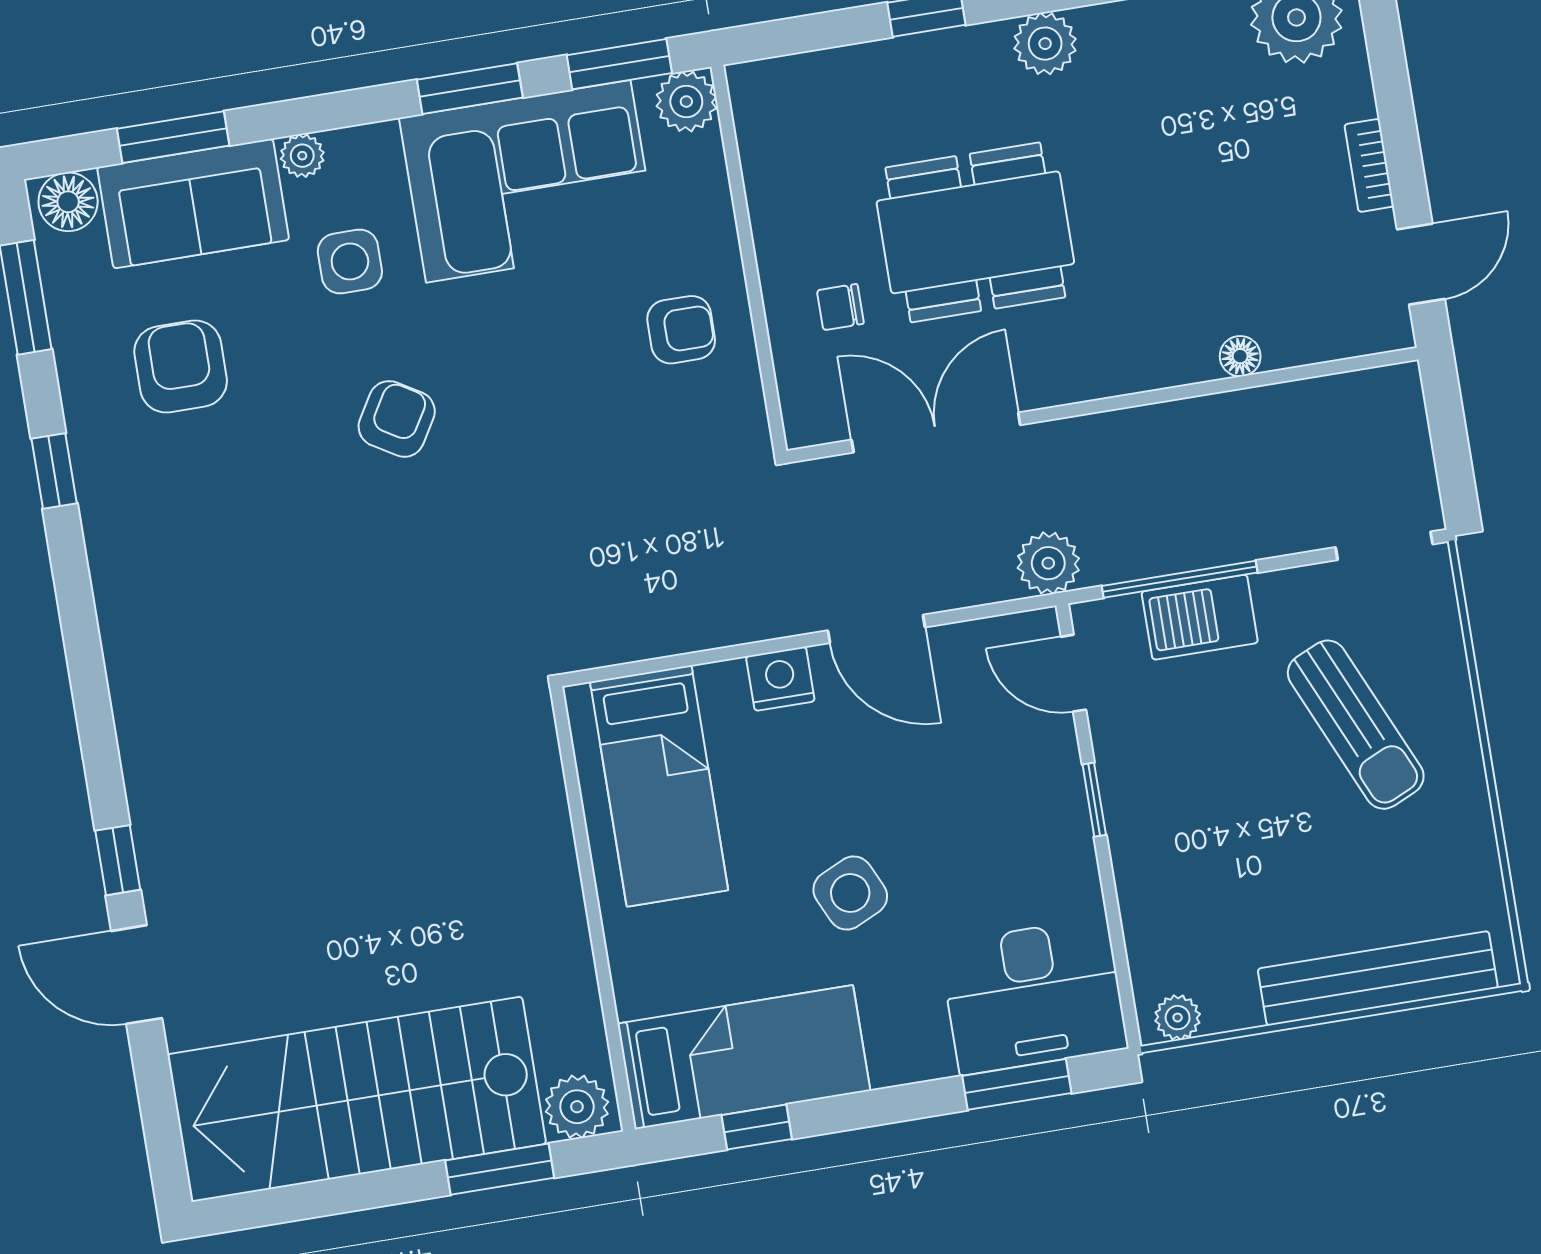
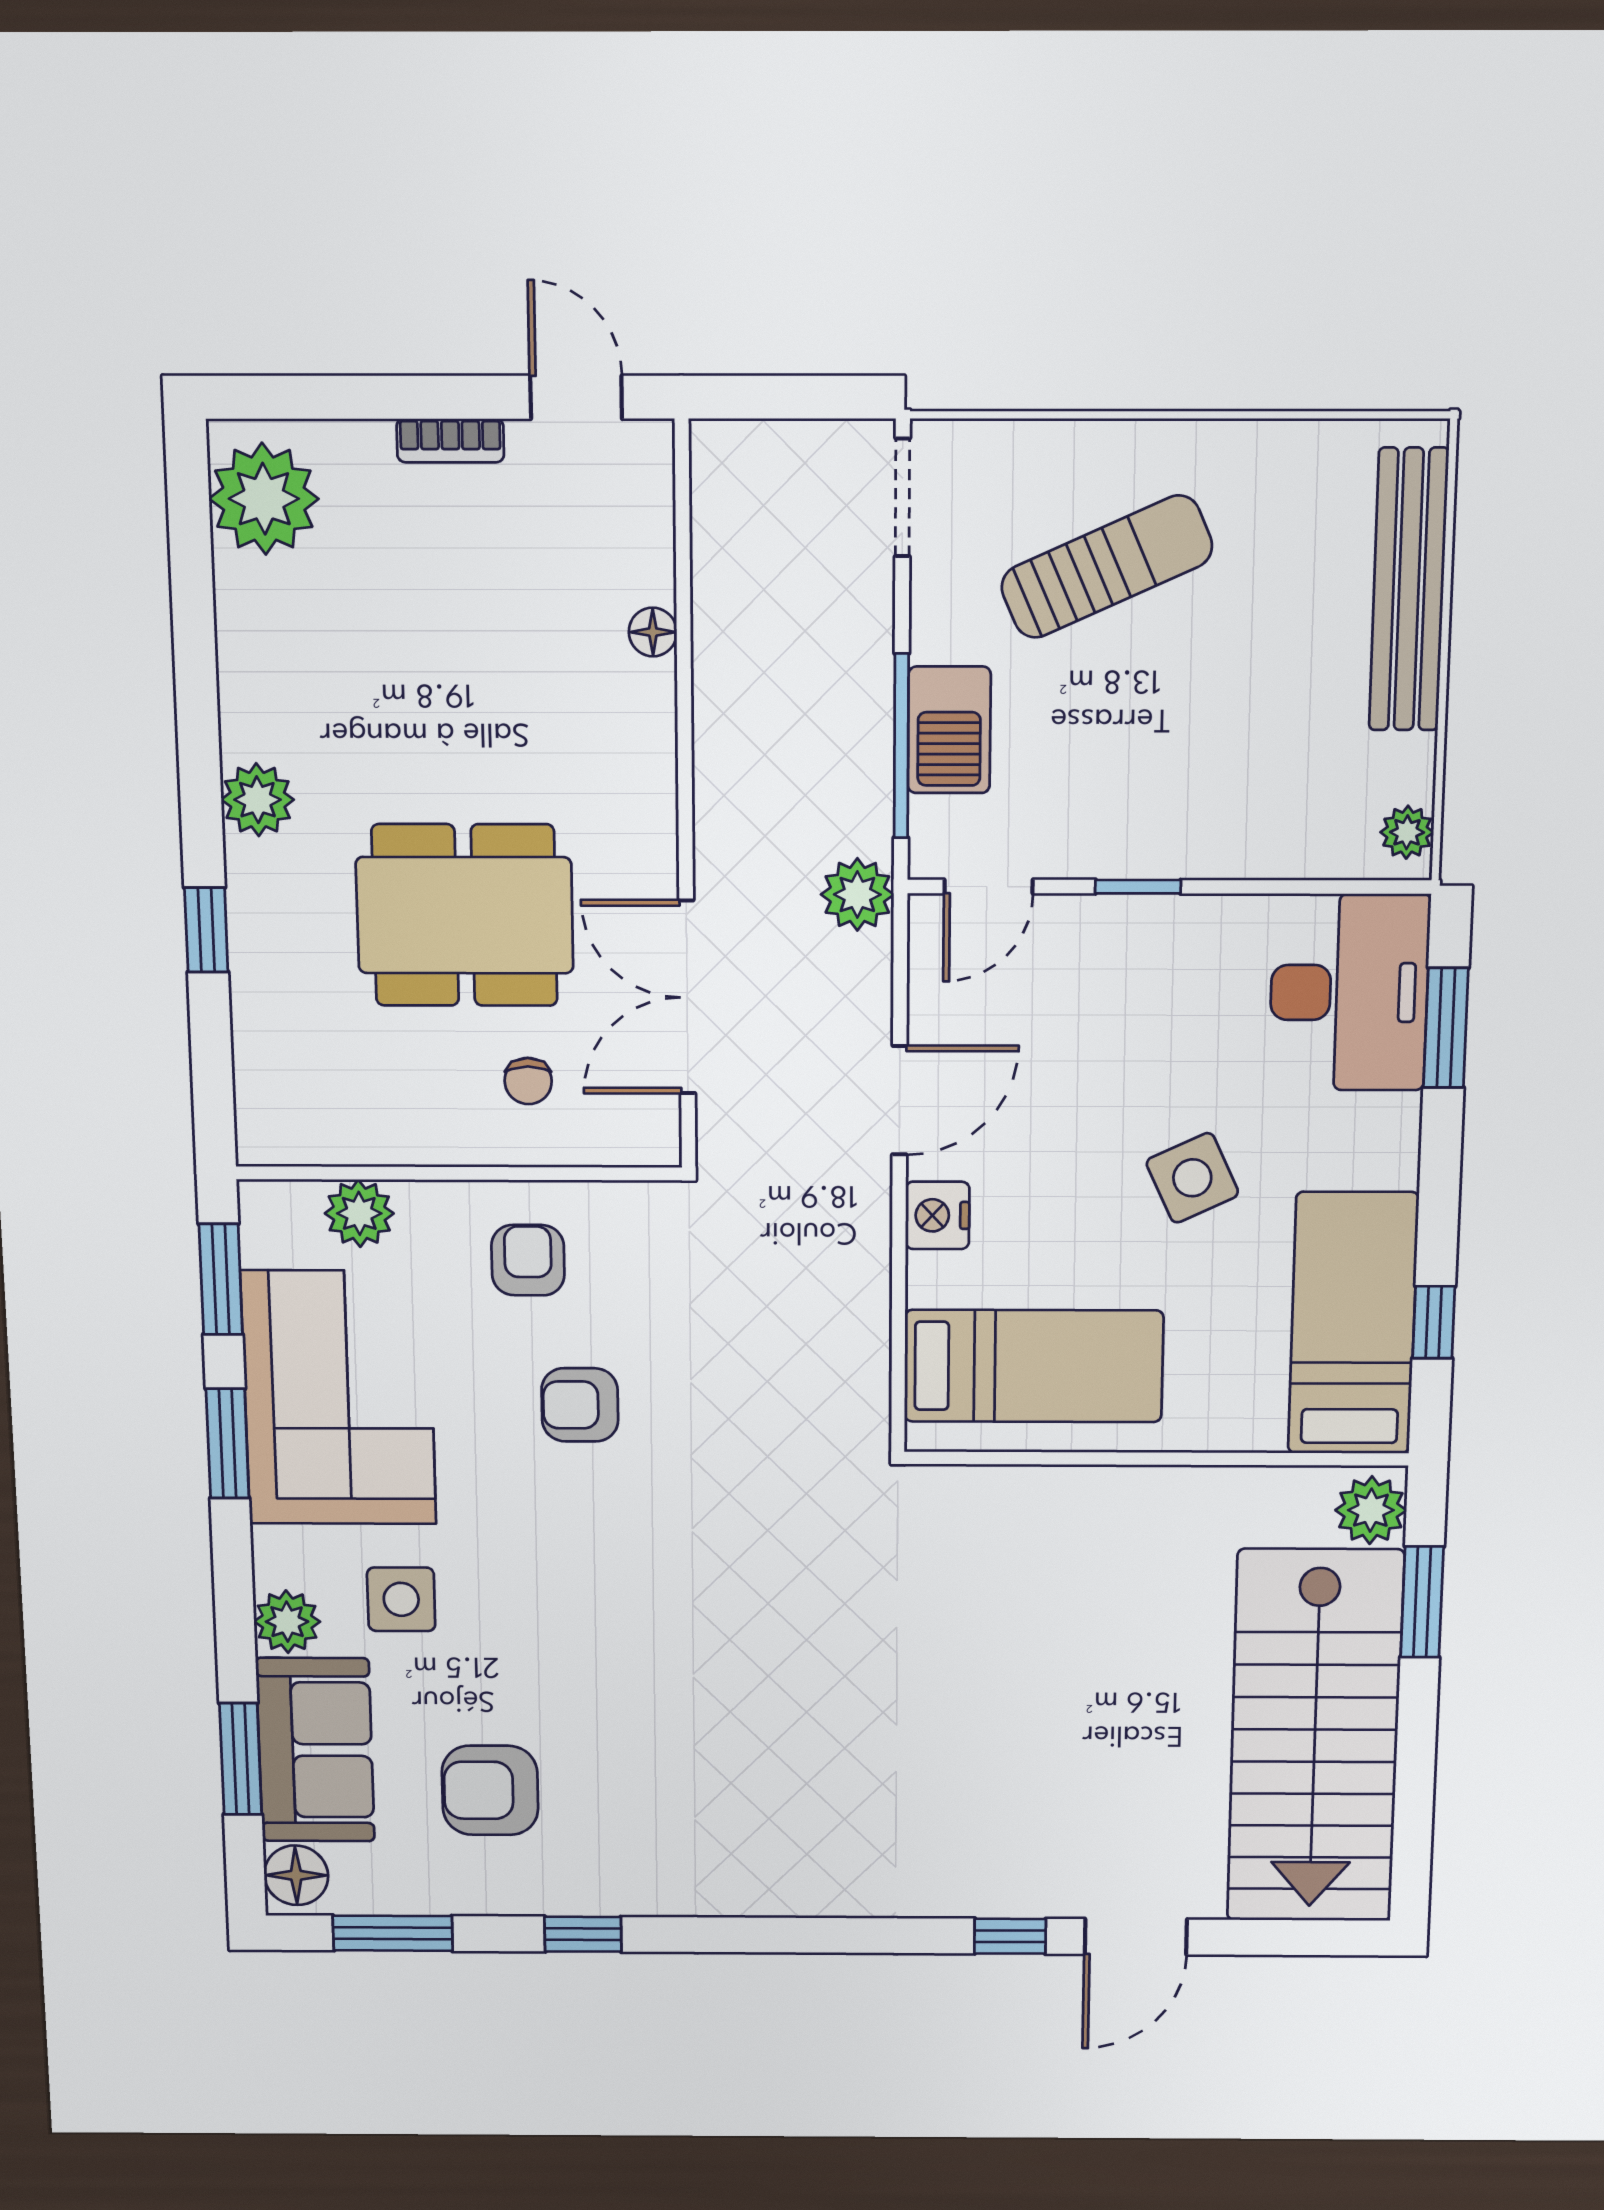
plant: (686, 102) -> (359, 1213), moved
plant: (302, 156) -> (287, 1622), width x1.38, depth x1.38
dining table: (975, 232) -> (465, 915), turned 90
armchair: (397, 419) -> (580, 1405), moved, turned -31

